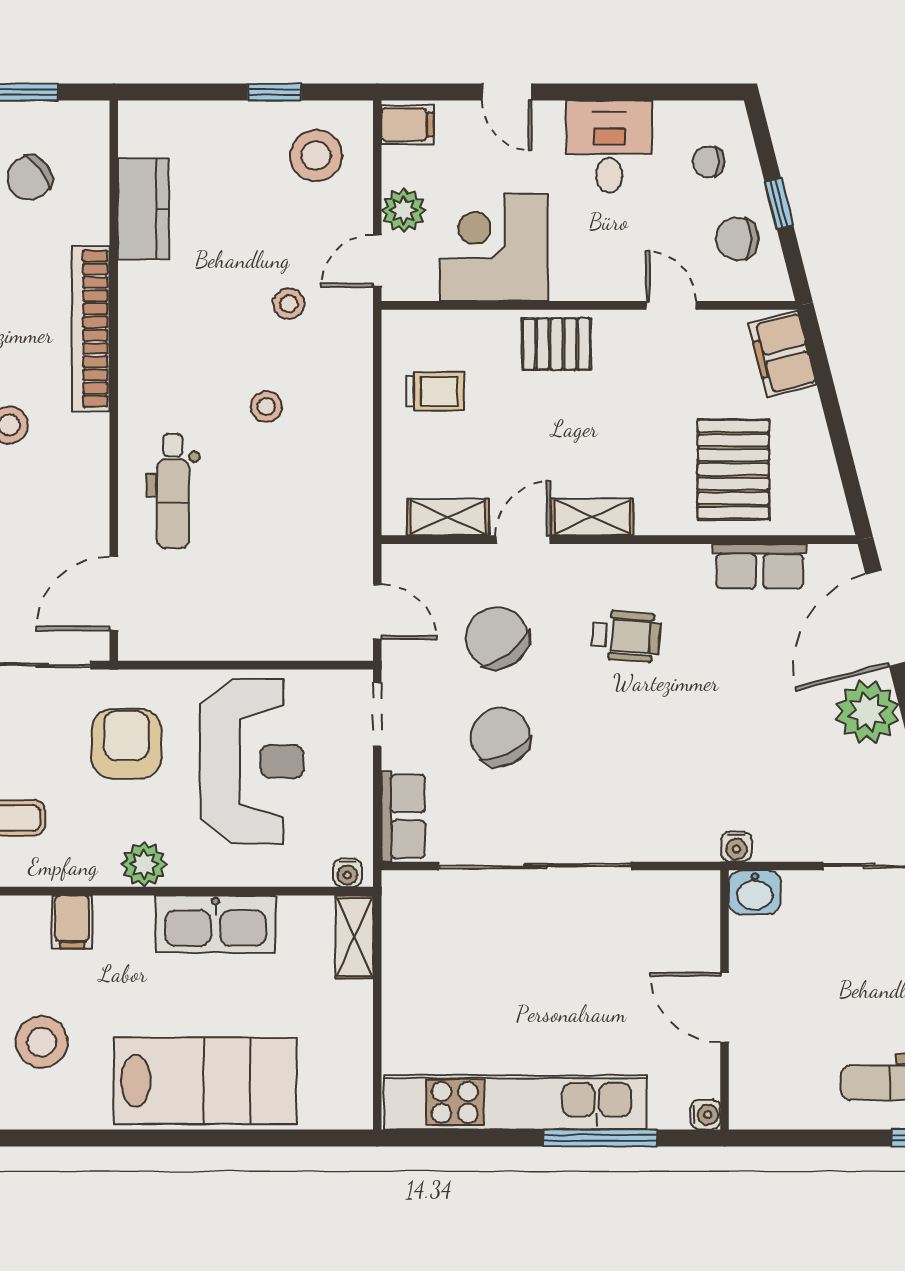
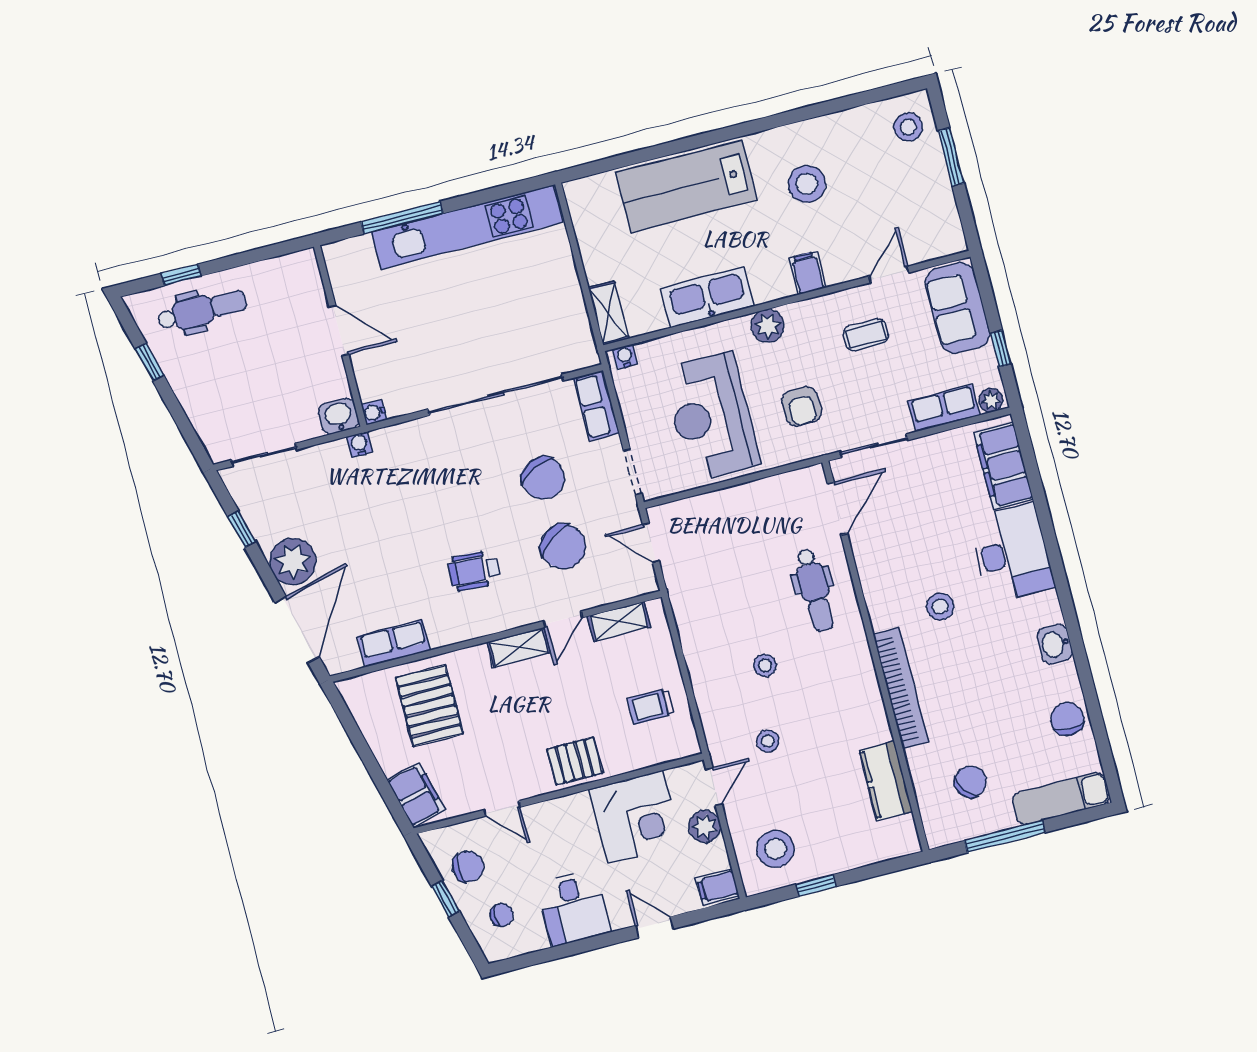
dental chair: (173, 491) -> (815, 590), turned 180
armchair: (126, 744) -> (802, 406), width x0.72, depth x0.72
water cooler: (705, 1115) -> (374, 412), moved

